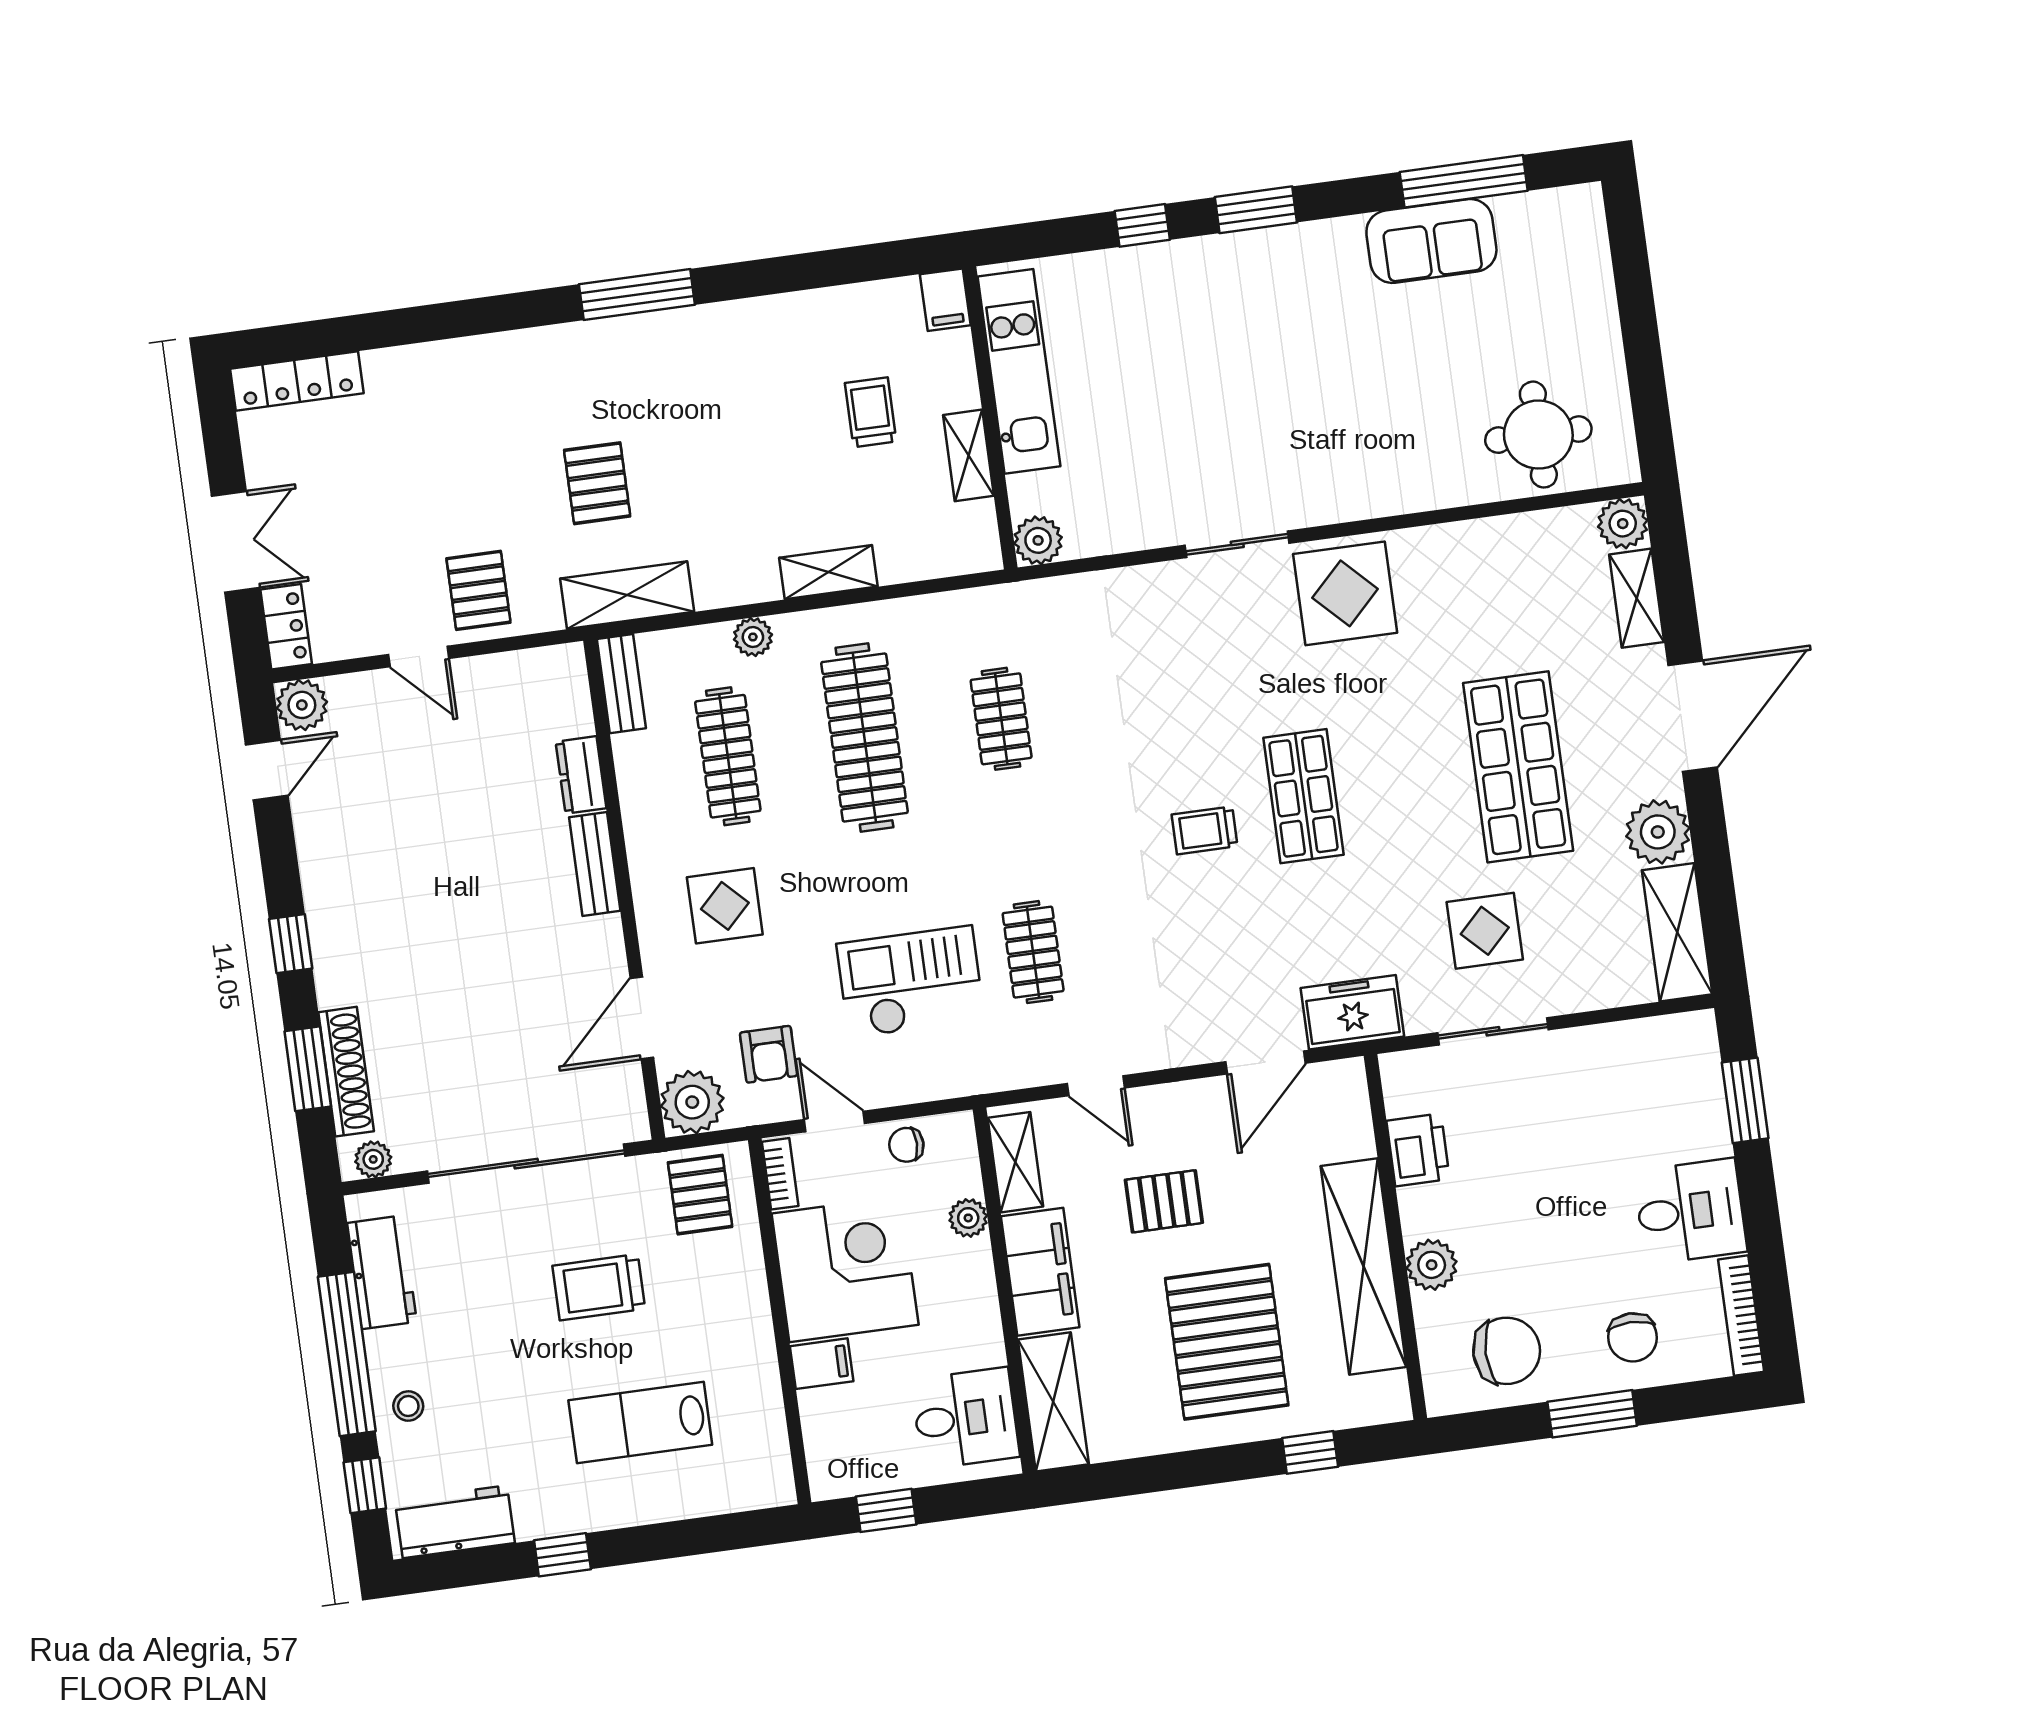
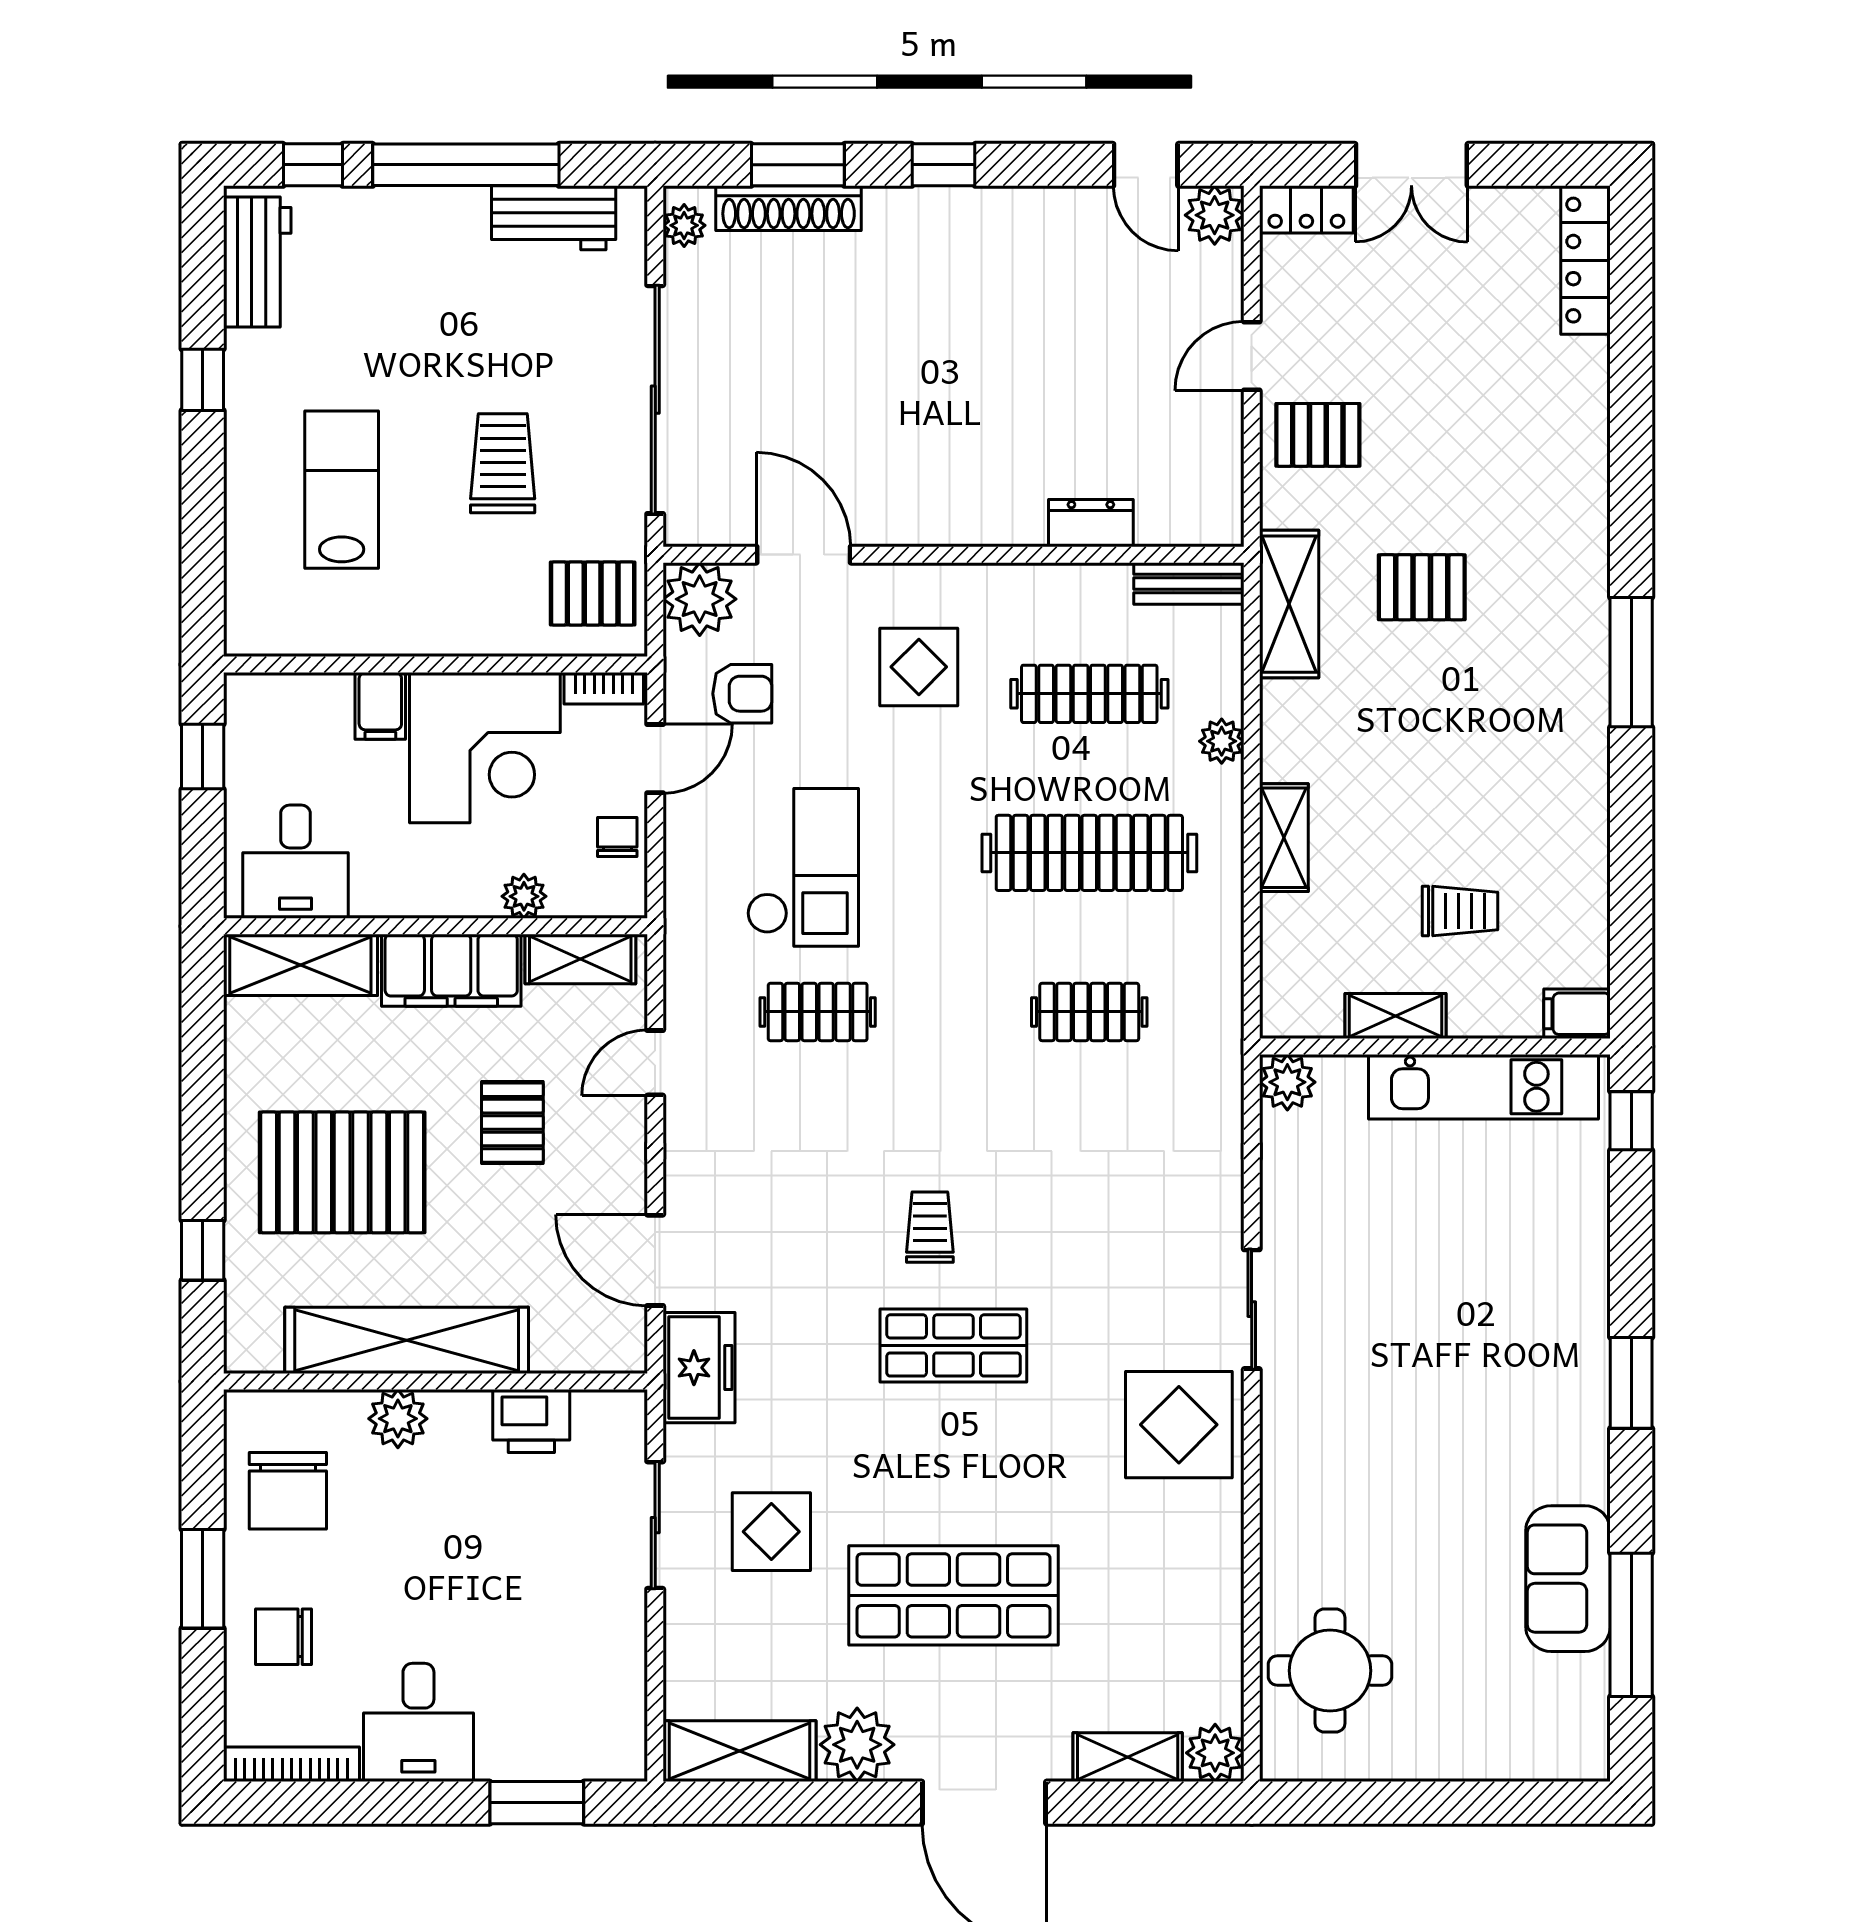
window: (1142, 225) -> (1631, 1121), moved
bench: (595, 864) -> (987, 525), removed
armchair: (769, 1054) -> (742, 694), turned 180
stool: (408, 1406) -> (397, 227), removed

